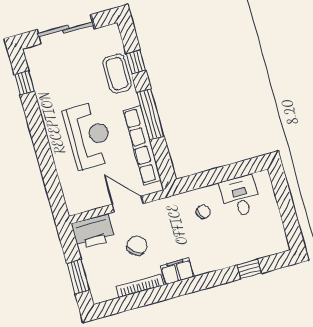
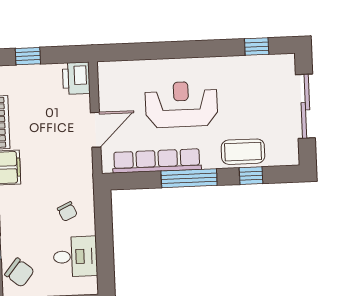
reception desk: (89, 136) -> (181, 104), turned 180
printer: (93, 232) -> (76, 78), width x0.73, depth x0.84
chair: (137, 246) -> (20, 273), moved
window: (78, 277) -> (28, 56), width x0.67

